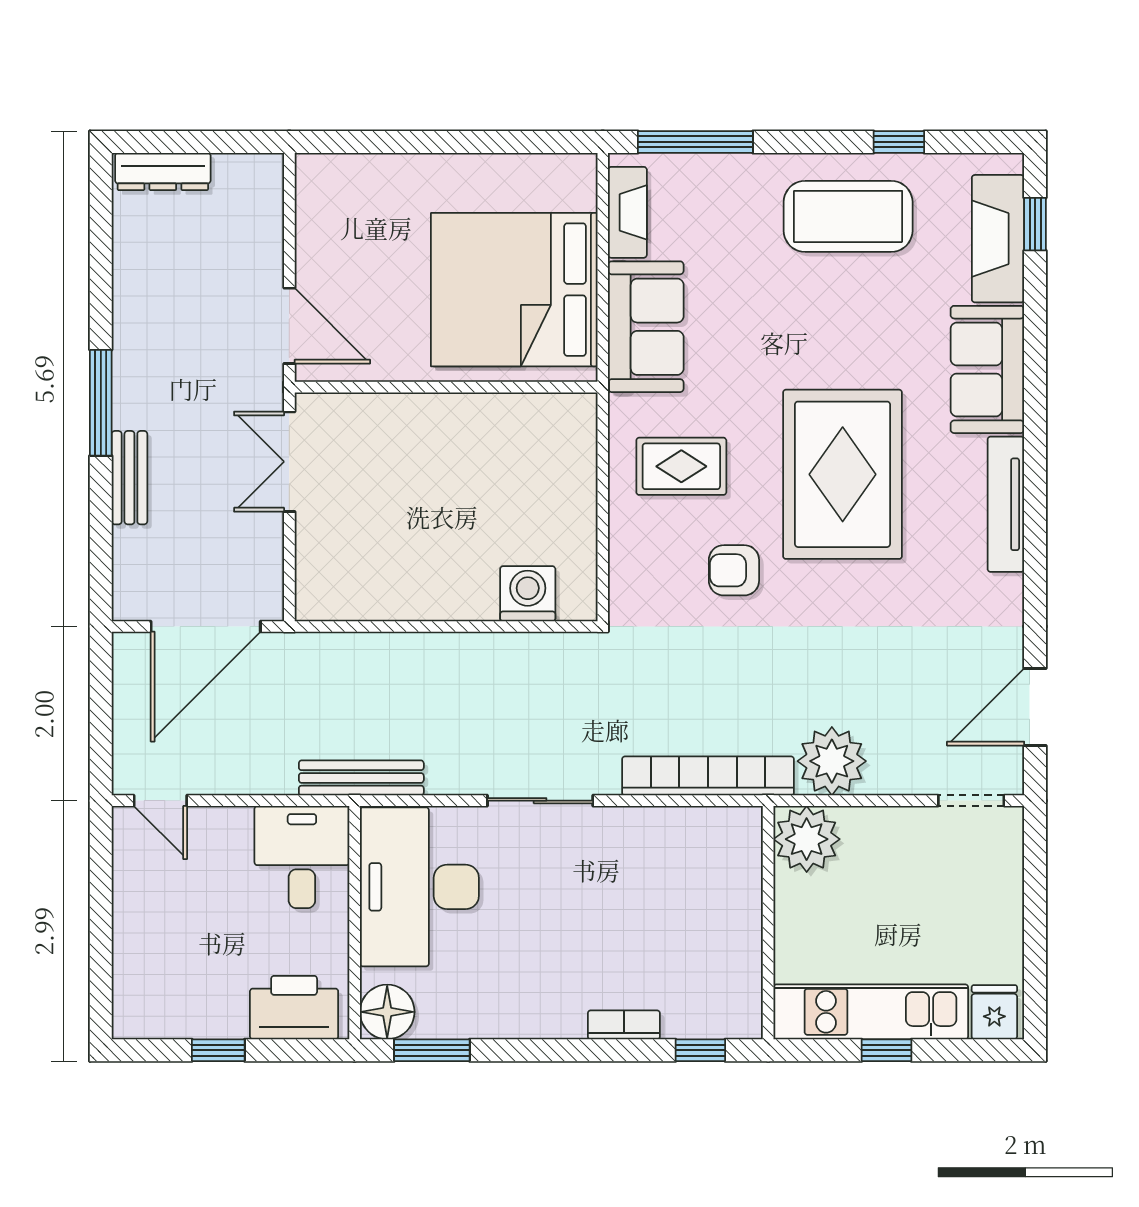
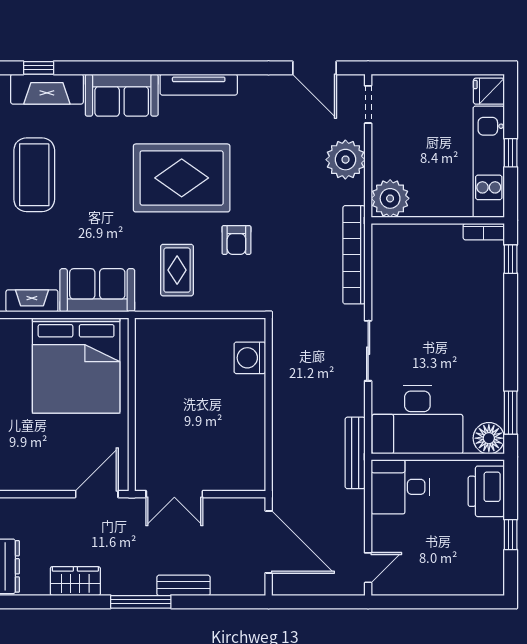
wardrobe: (137, 288) -> (75, 581), added
plant: (832, 761) -> (345, 160), moved
bookcase: (624, 1025) -> (484, 232), moved, turned -90

